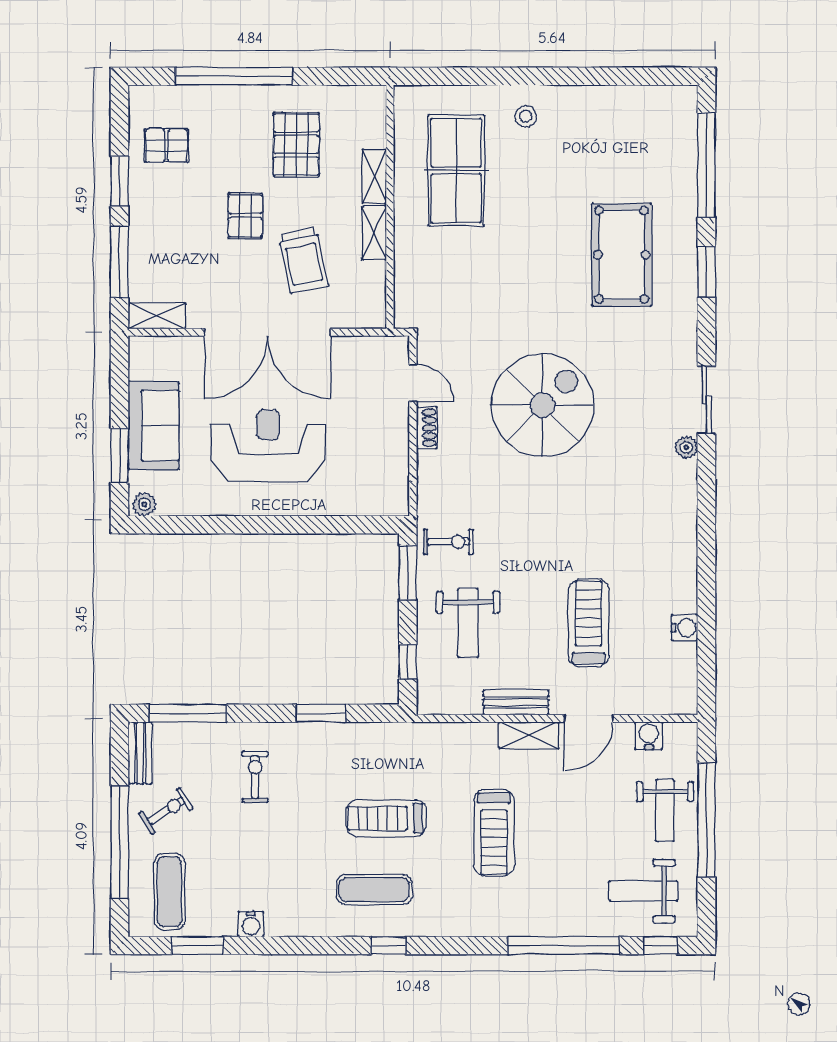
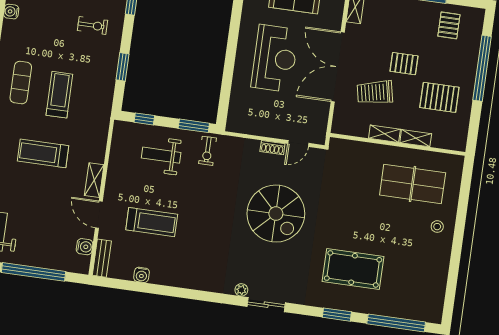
bench: (516, 702) -> (102, 258), moved
weight bench: (665, 810) -> (42, 250), removed

